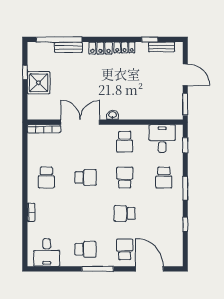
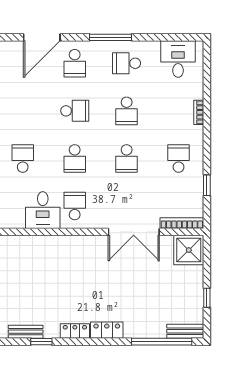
bench: (68, 47) -> (185, 331), moved
shower: (39, 83) -> (189, 250), moved
washbasin: (113, 115) -> (91, 241), removed
desk: (162, 139) -> (43, 210), moved
window: (25, 157) -> (207, 185), added
school desk: (86, 178) -> (127, 158), turned -90
school desk: (86, 213) -> (127, 111), added
door: (149, 269) -> (42, 37), hinge flipped

